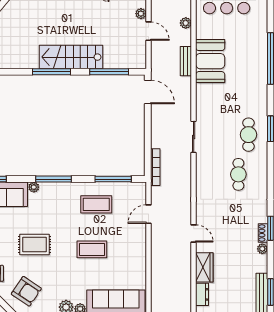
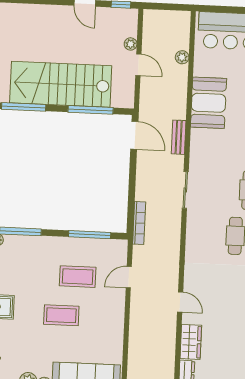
stairs: (71, 57) -> (61, 84), width x1.36, depth x1.51
bench: (186, 61) -> (179, 137), moved
coffee table: (96, 204) -> (78, 277), moved

